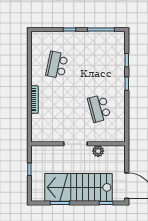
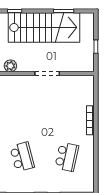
school desk: (99, 108) -> (22, 157), moved
plant: (98, 151) -> (10, 66), moved

